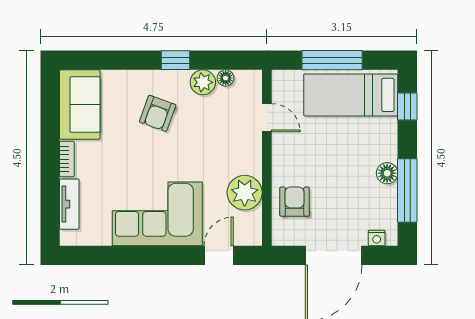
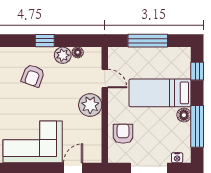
bed: (351, 95) -> (160, 93), moved
plant: (245, 193) -> (90, 105), moved

